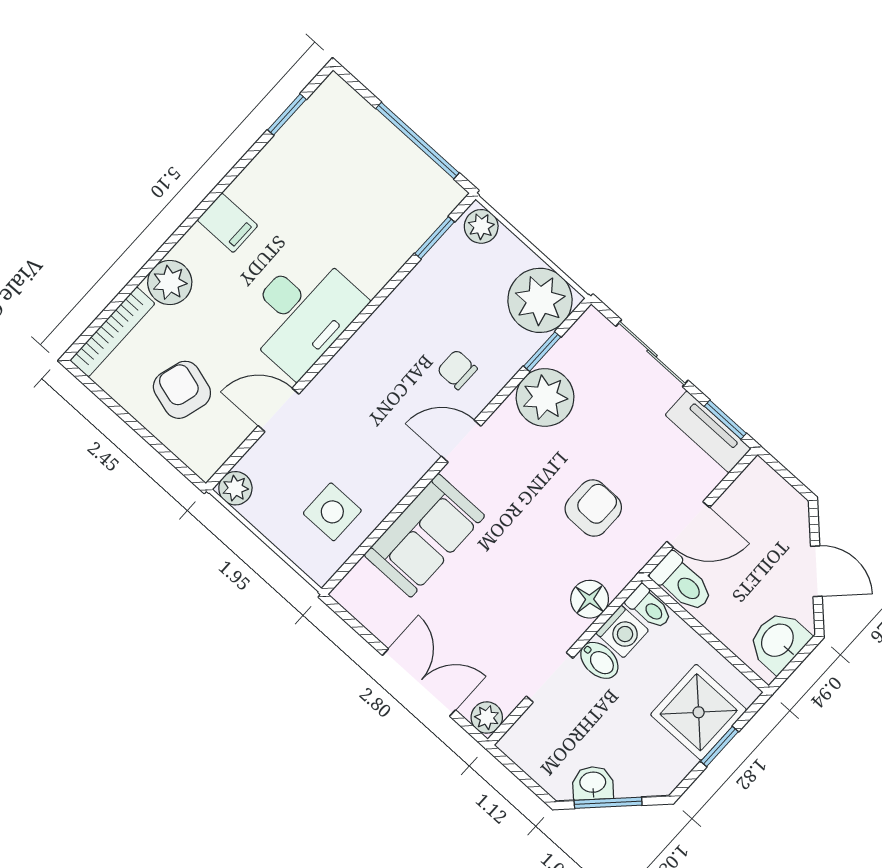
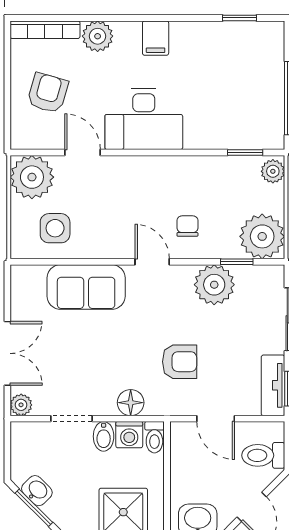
plant: (235, 488) -> (32, 177), width x1.88, depth x1.88
toilet: (682, 583) -> (263, 455), moved, turned 90

